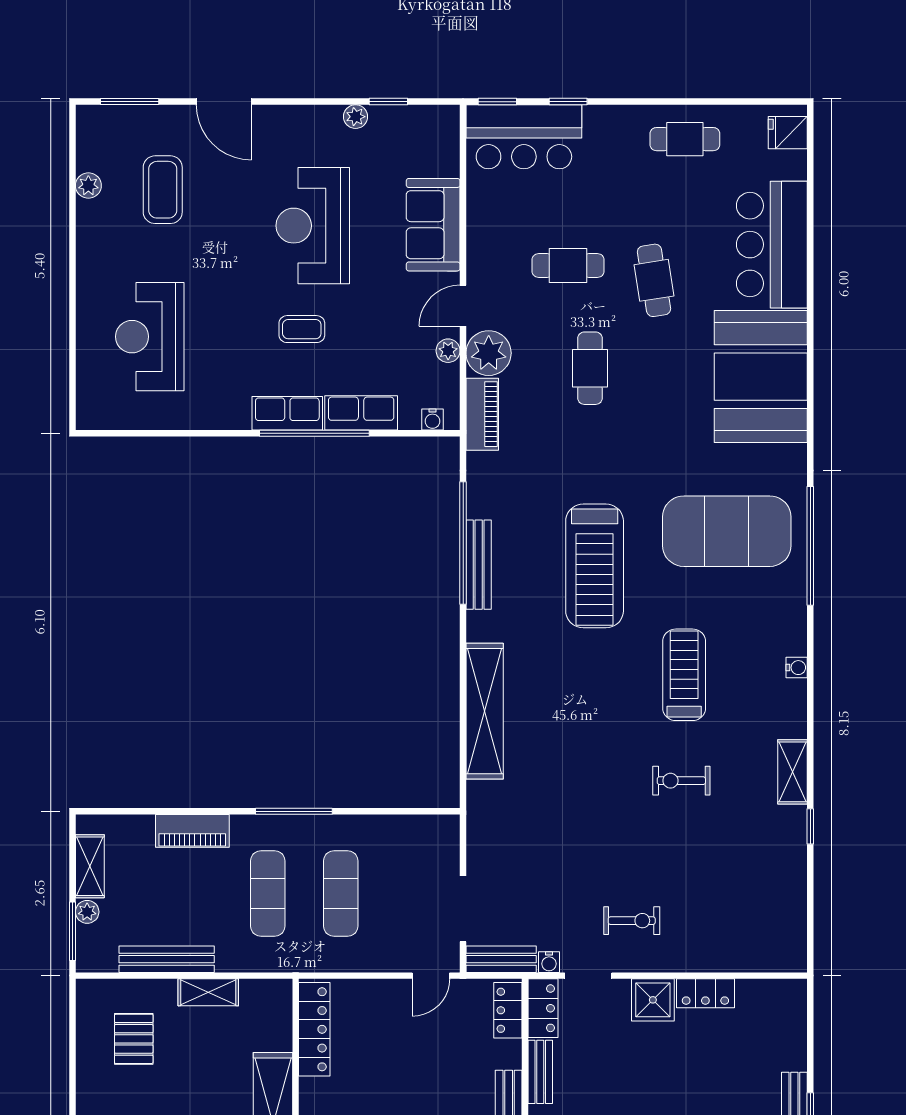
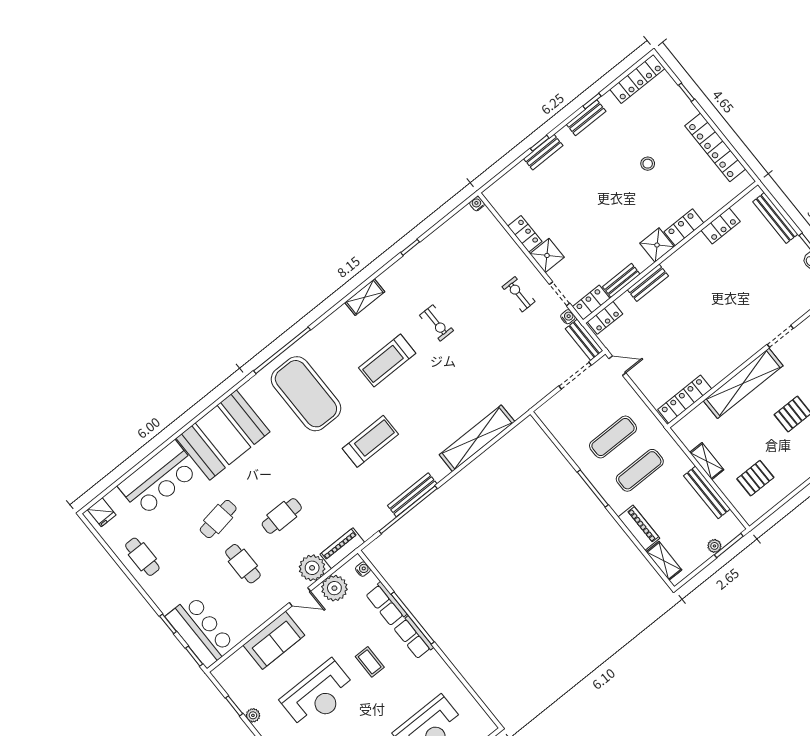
plant: (448, 351) -> (334, 588), width x1.87, depth x1.87
treadmill: (595, 566) -> (370, 441), width x0.73, depth x0.73
water cooler: (797, 668) -> (477, 204), moved
shelving: (793, 772) -> (365, 297), moved
shelving: (90, 866) -> (664, 561), moved, turned 90

